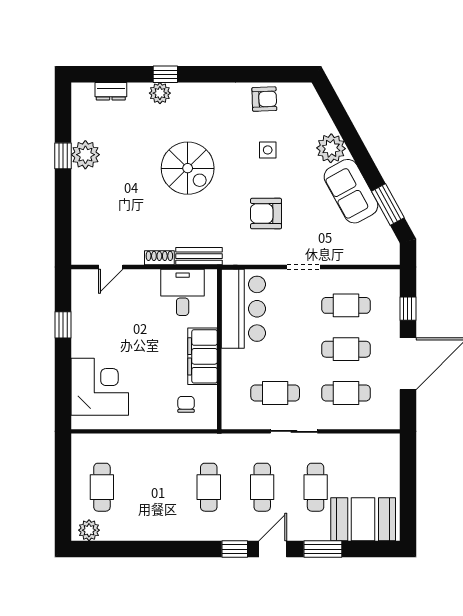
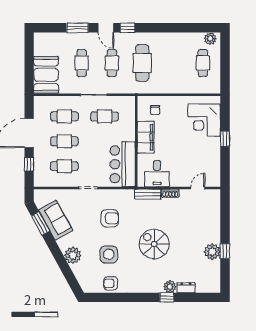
dresser: (111, 91) -> (186, 288), moved
side table: (268, 150) -> (109, 254), width x1.87, depth x1.87
sofa: (351, 191) -> (56, 220), moved
window: (63, 325) -> (225, 139), moved
cafe table: (209, 487) -> (142, 63), width x1.37, depth x1.35
booth: (363, 519) -> (46, 75), moved, turned 90
door: (273, 549) -> (106, 28), hinge flipped

